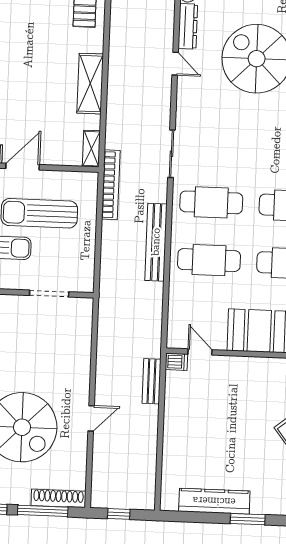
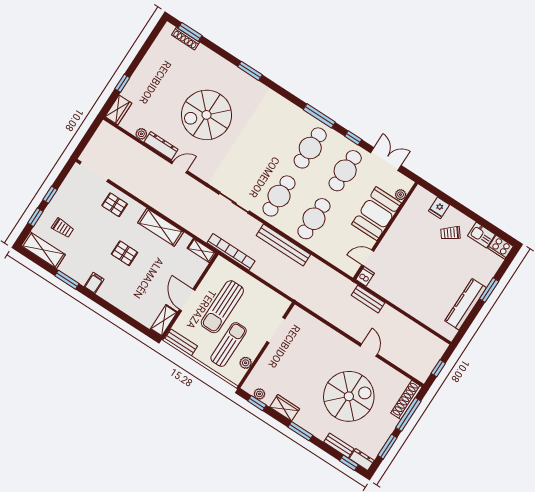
pallet: (34, 59) -> (124, 253), added

